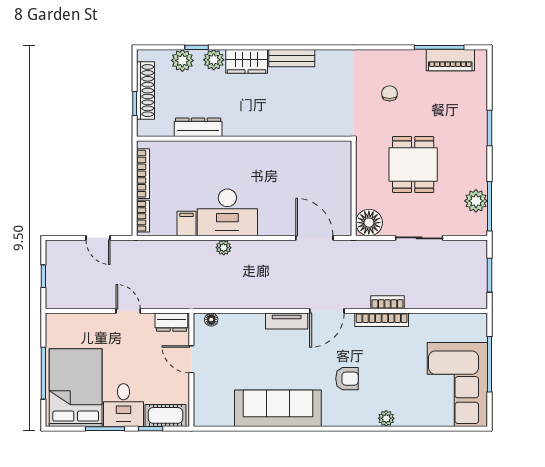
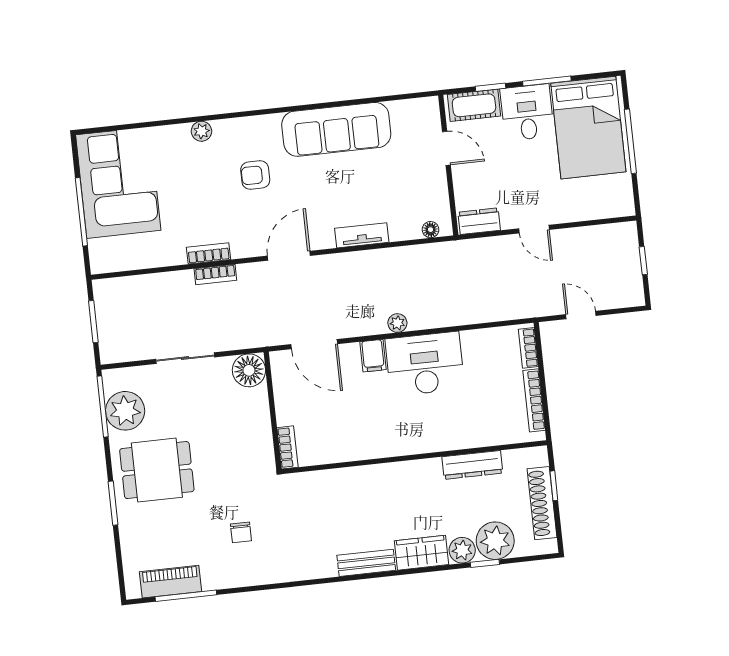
plant: (182, 60) -> (495, 541), width x1.36, depth x1.36
bookcase: (345, 157) -> (287, 447), added
dining table: (413, 164) -> (157, 470), moved, turned 90
plant: (476, 201) -> (125, 411), width x1.36, depth x1.36
filing cabinet: (187, 224) -> (373, 356), moved
plant: (224, 248) -> (397, 323), moved
bookcase: (382, 320) -> (208, 253), width x0.64
tv unit: (287, 321) -> (362, 235), moved
door: (191, 359) -> (446, 148), moved

